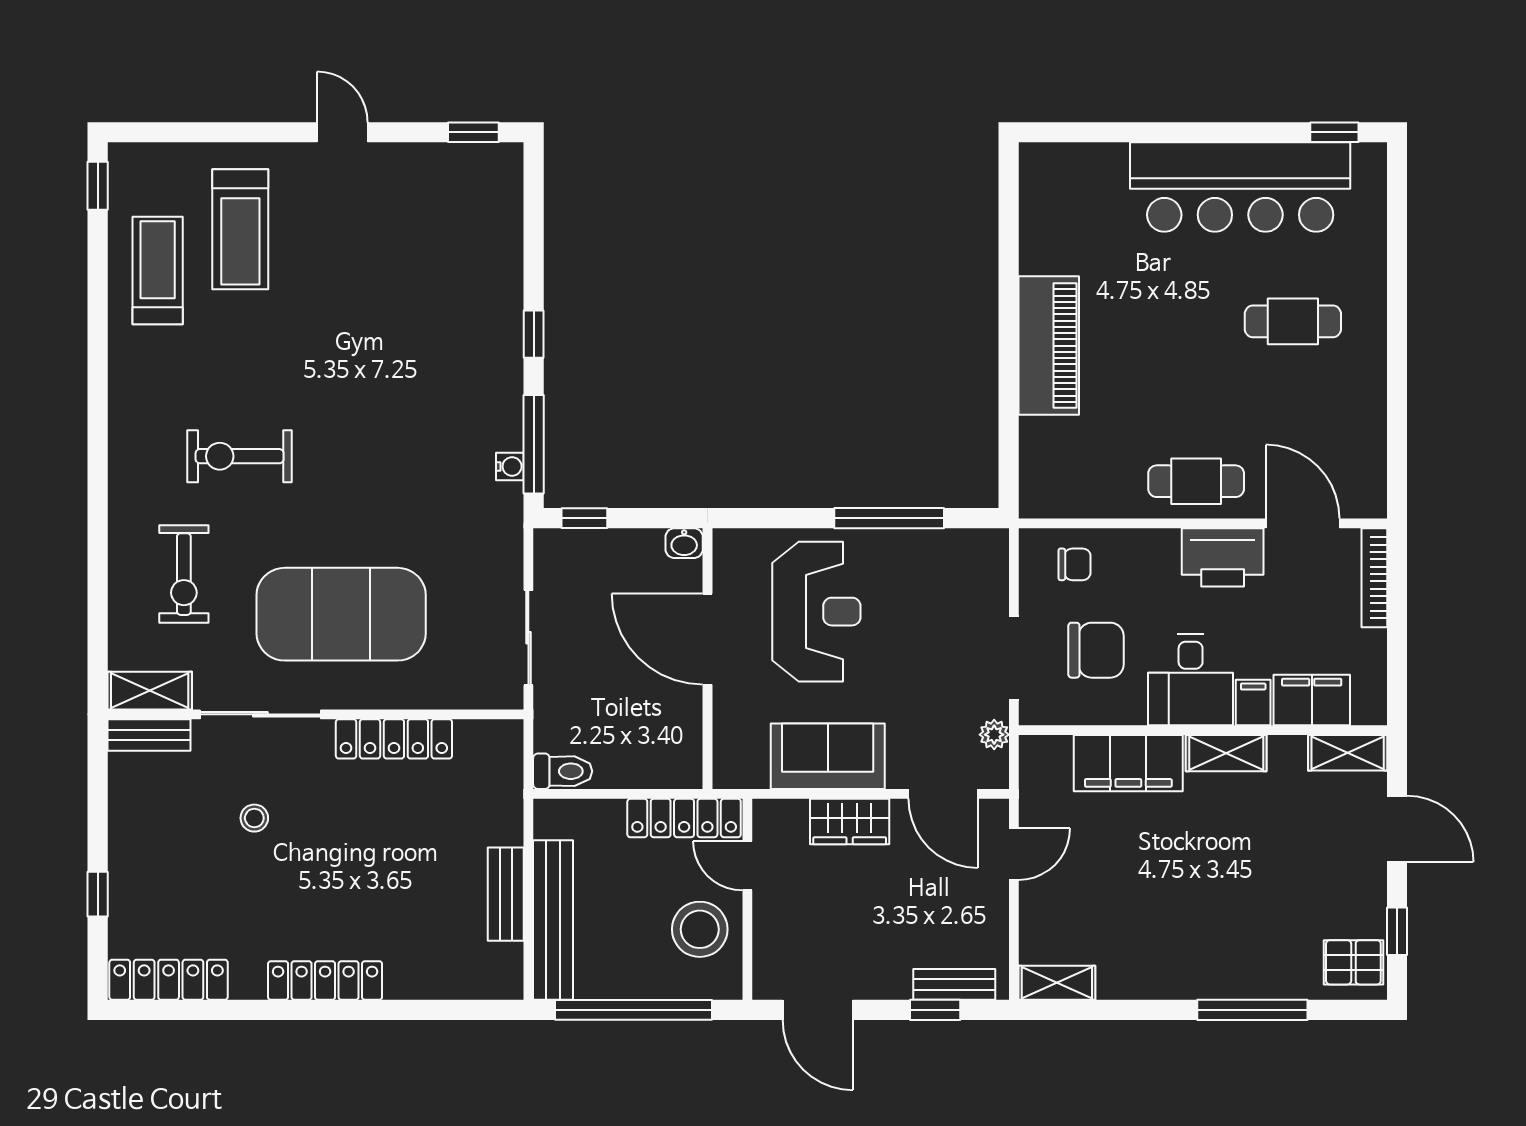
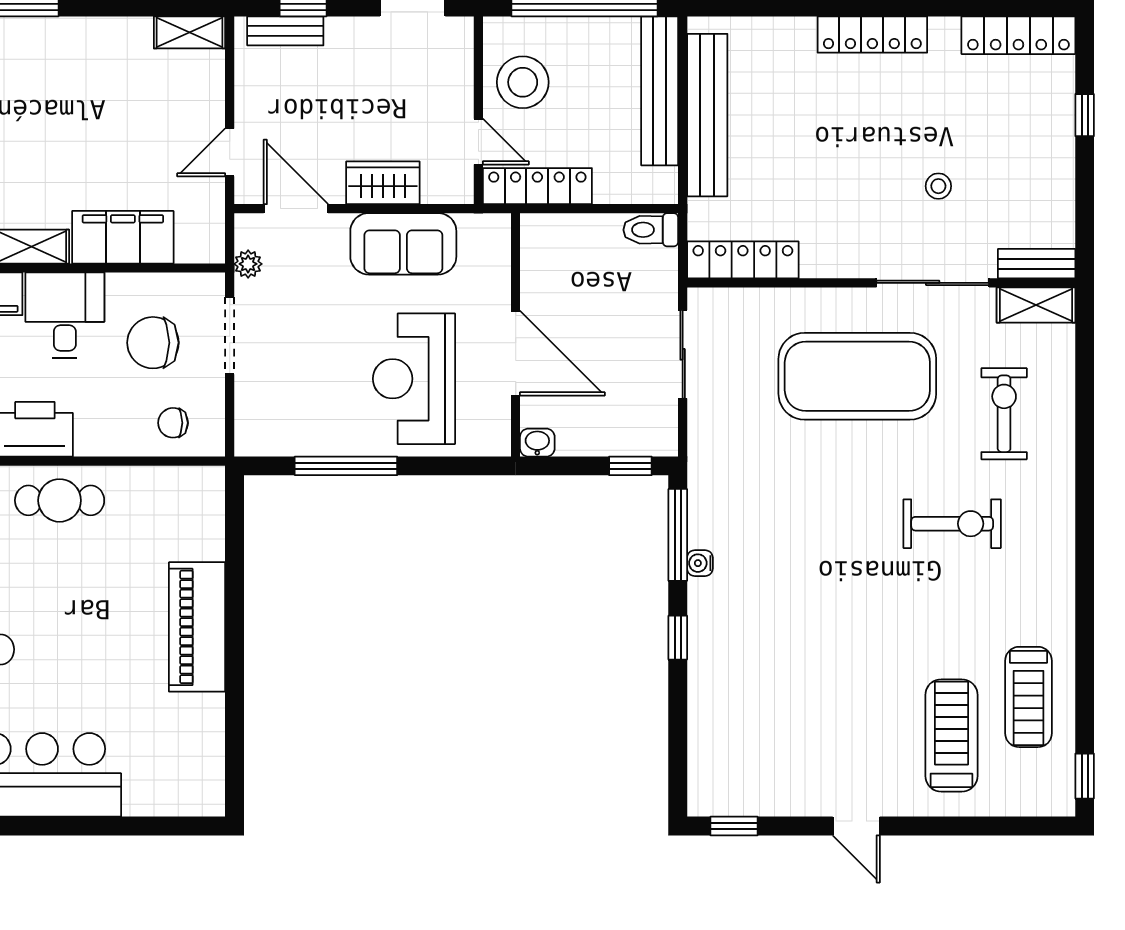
water cooler: (510, 466) -> (700, 563), moved
locker: (394, 739) -> (743, 260), moved
bench: (506, 894) -> (707, 115), width x1.86, depth x1.21

